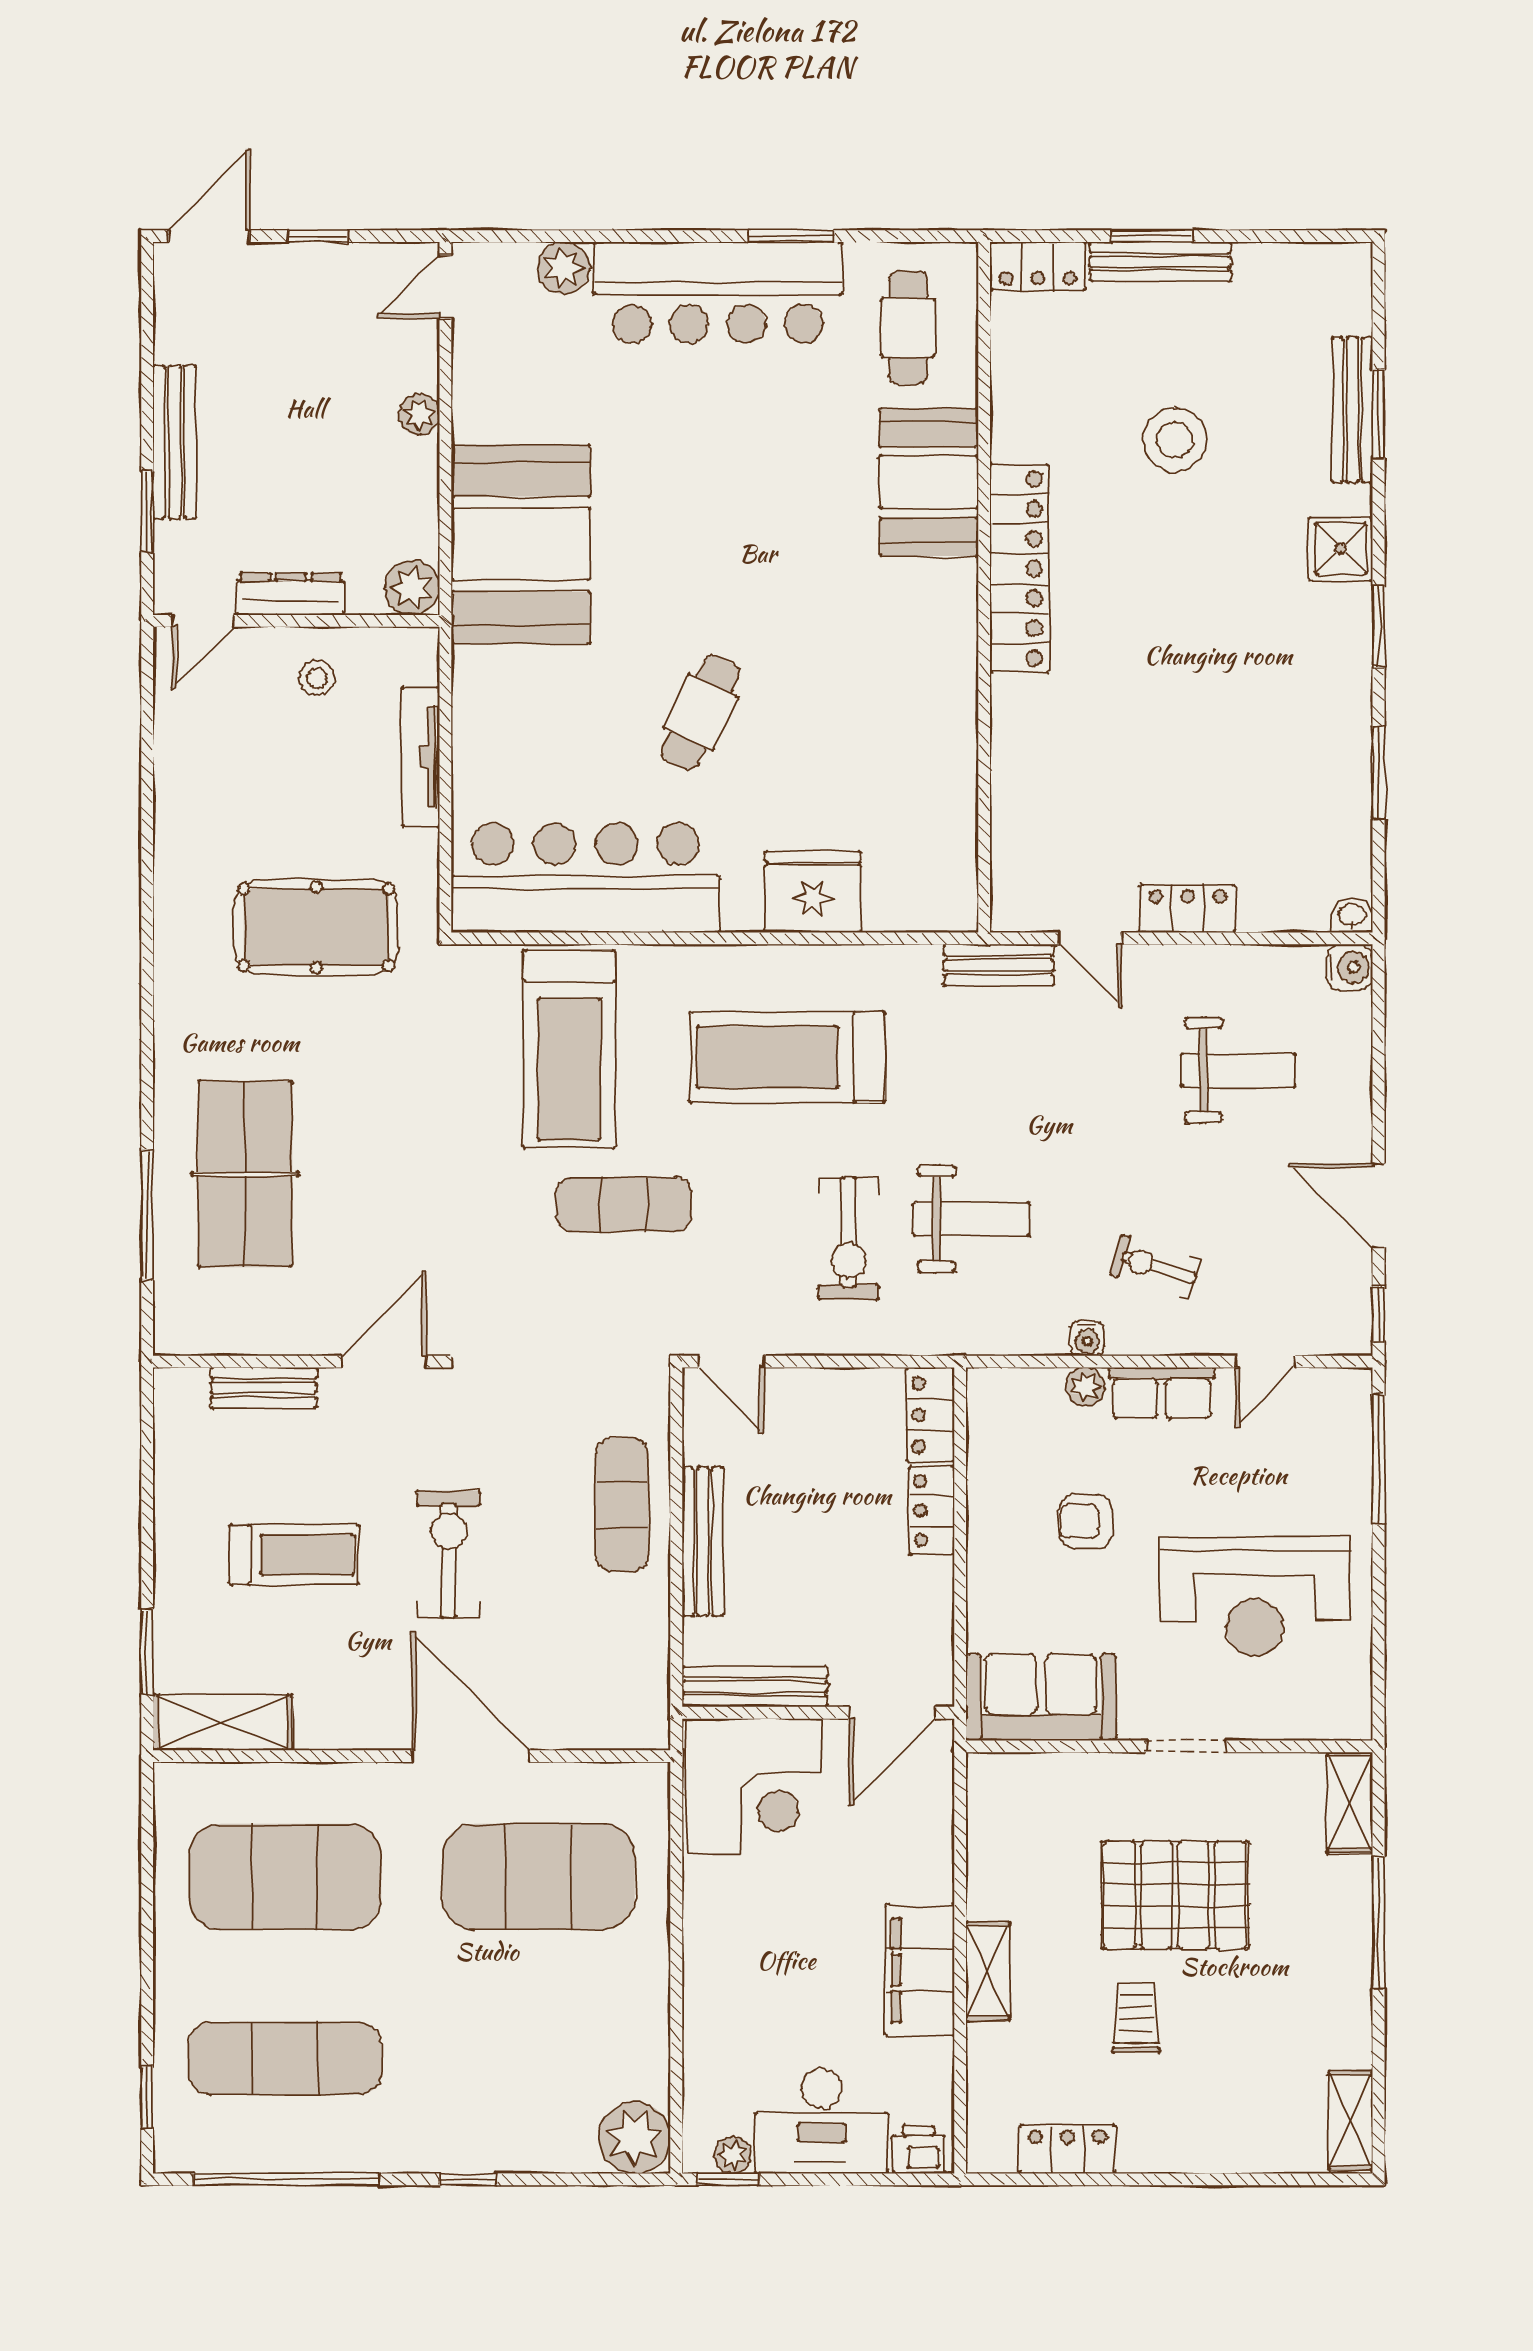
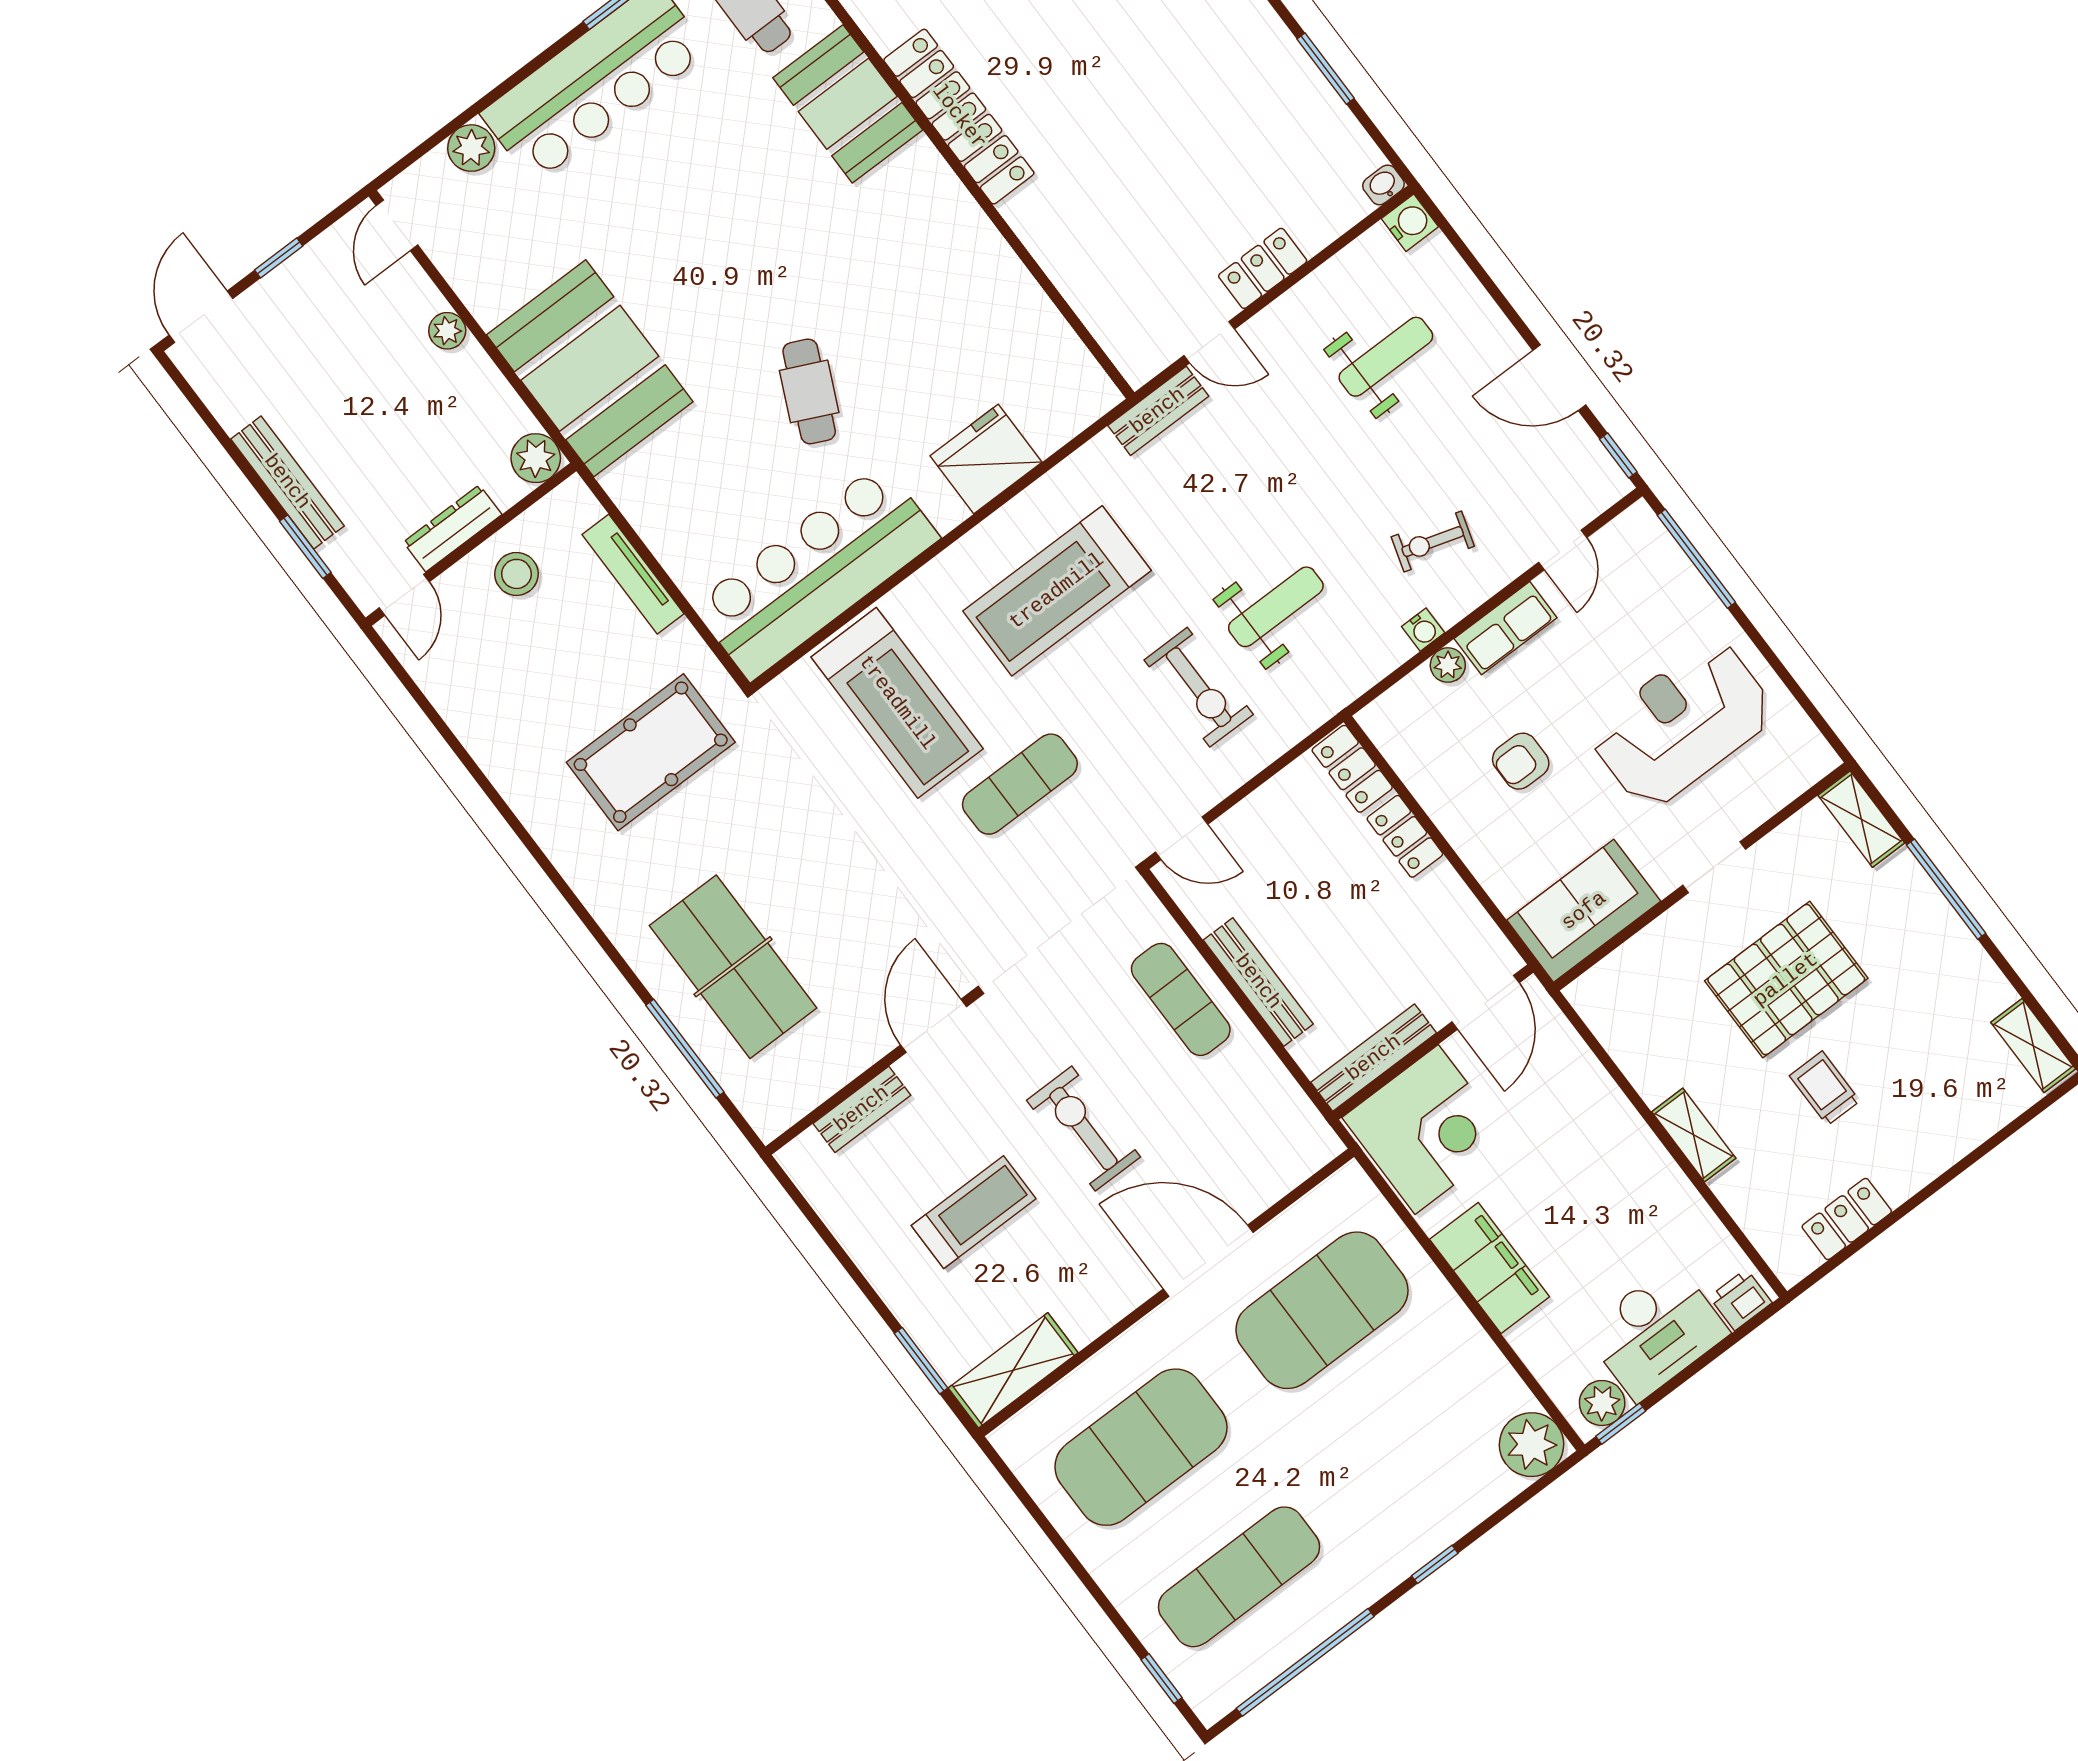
stool: (317, 678) -> (517, 574), width x1.37, depth x1.37
reception desk: (1255, 1597) -> (1682, 724), turned 180
filing cabinet: (920, 1970) -> (1490, 1268), moved, turned 180
plant: (733, 2155) -> (1602, 1403), width x1.38, depth x1.38

